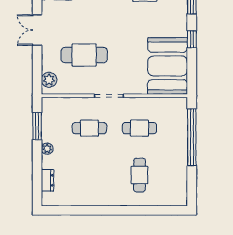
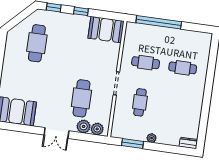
plant: (50, 63) -> (84, 126), added
booth: (168, 66) -> (106, 30), width x0.73, depth x0.70
cafe table: (139, 128) -> (146, 63), turned 90
dresser: (48, 180) -> (188, 143), moved

